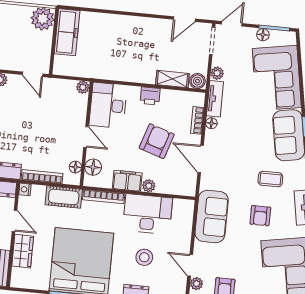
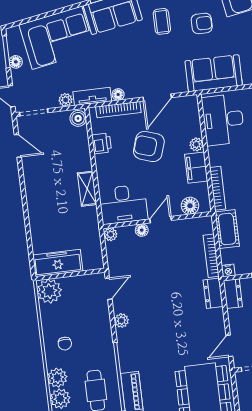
shelving: (172, 79) -> (87, 189), moved
printer: (150, 96) -> (102, 143), moved
bookcase: (197, 120) -> (118, 110), width x1.56
floor lamp: (75, 167) -> (142, 230), moved
desk: (148, 214) -> (223, 120), moved

